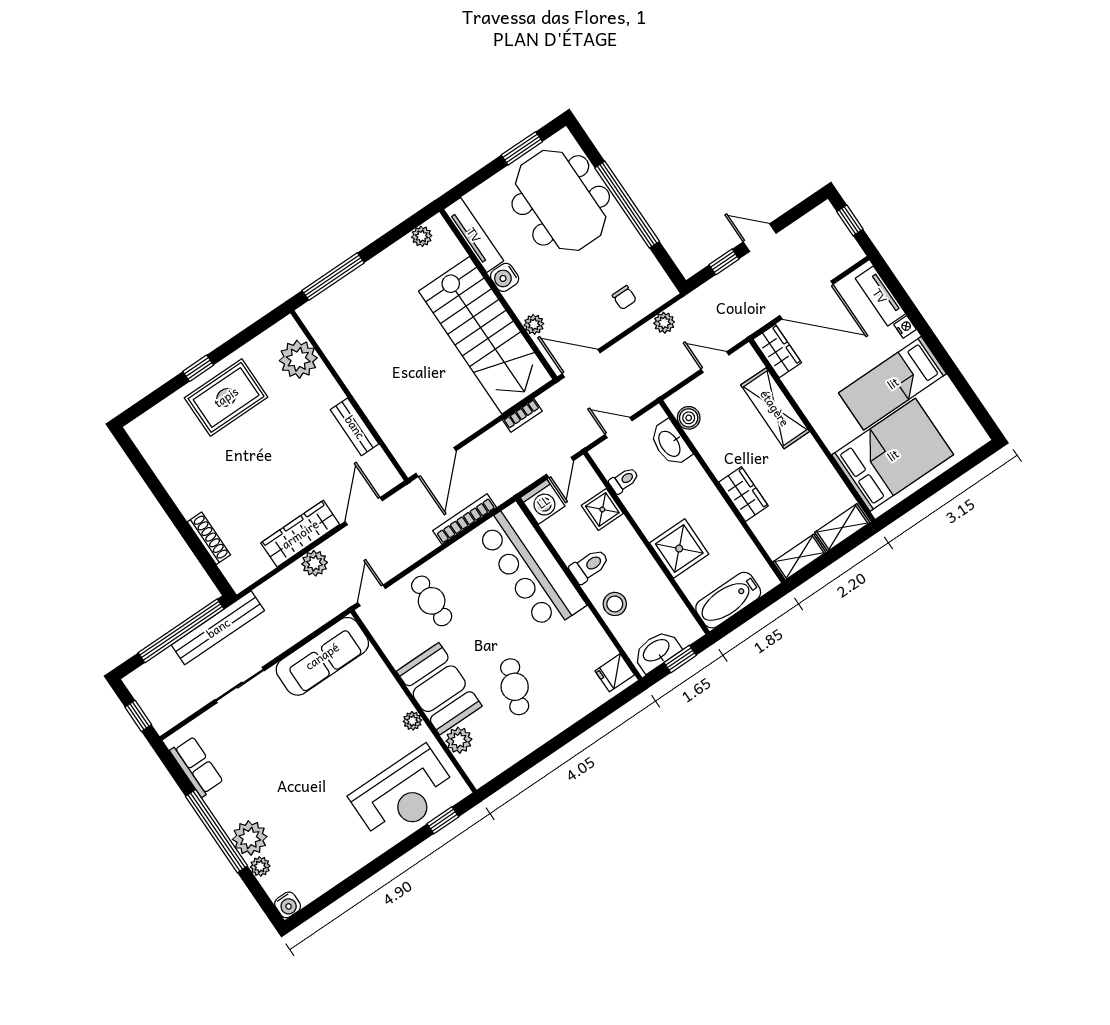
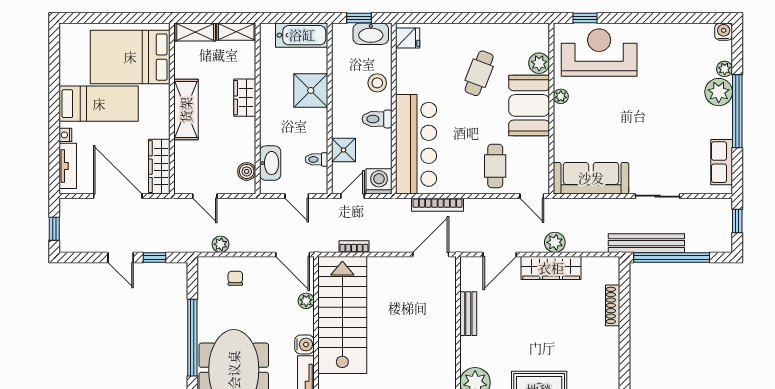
wardrobe: (777, 351) -> (159, 167), width x1.50
shelving: (775, 408) -> (186, 110), moved
door: (372, 595) -> (532, 196), hinge flipped

